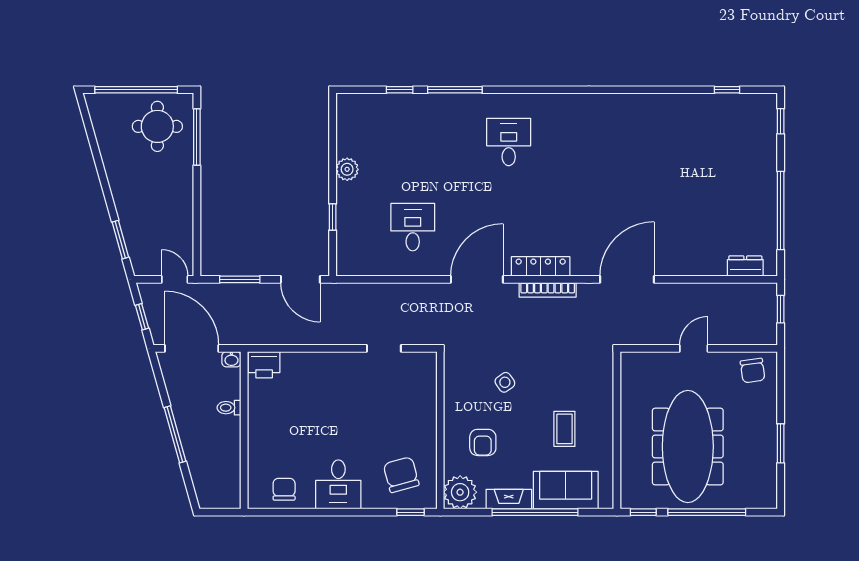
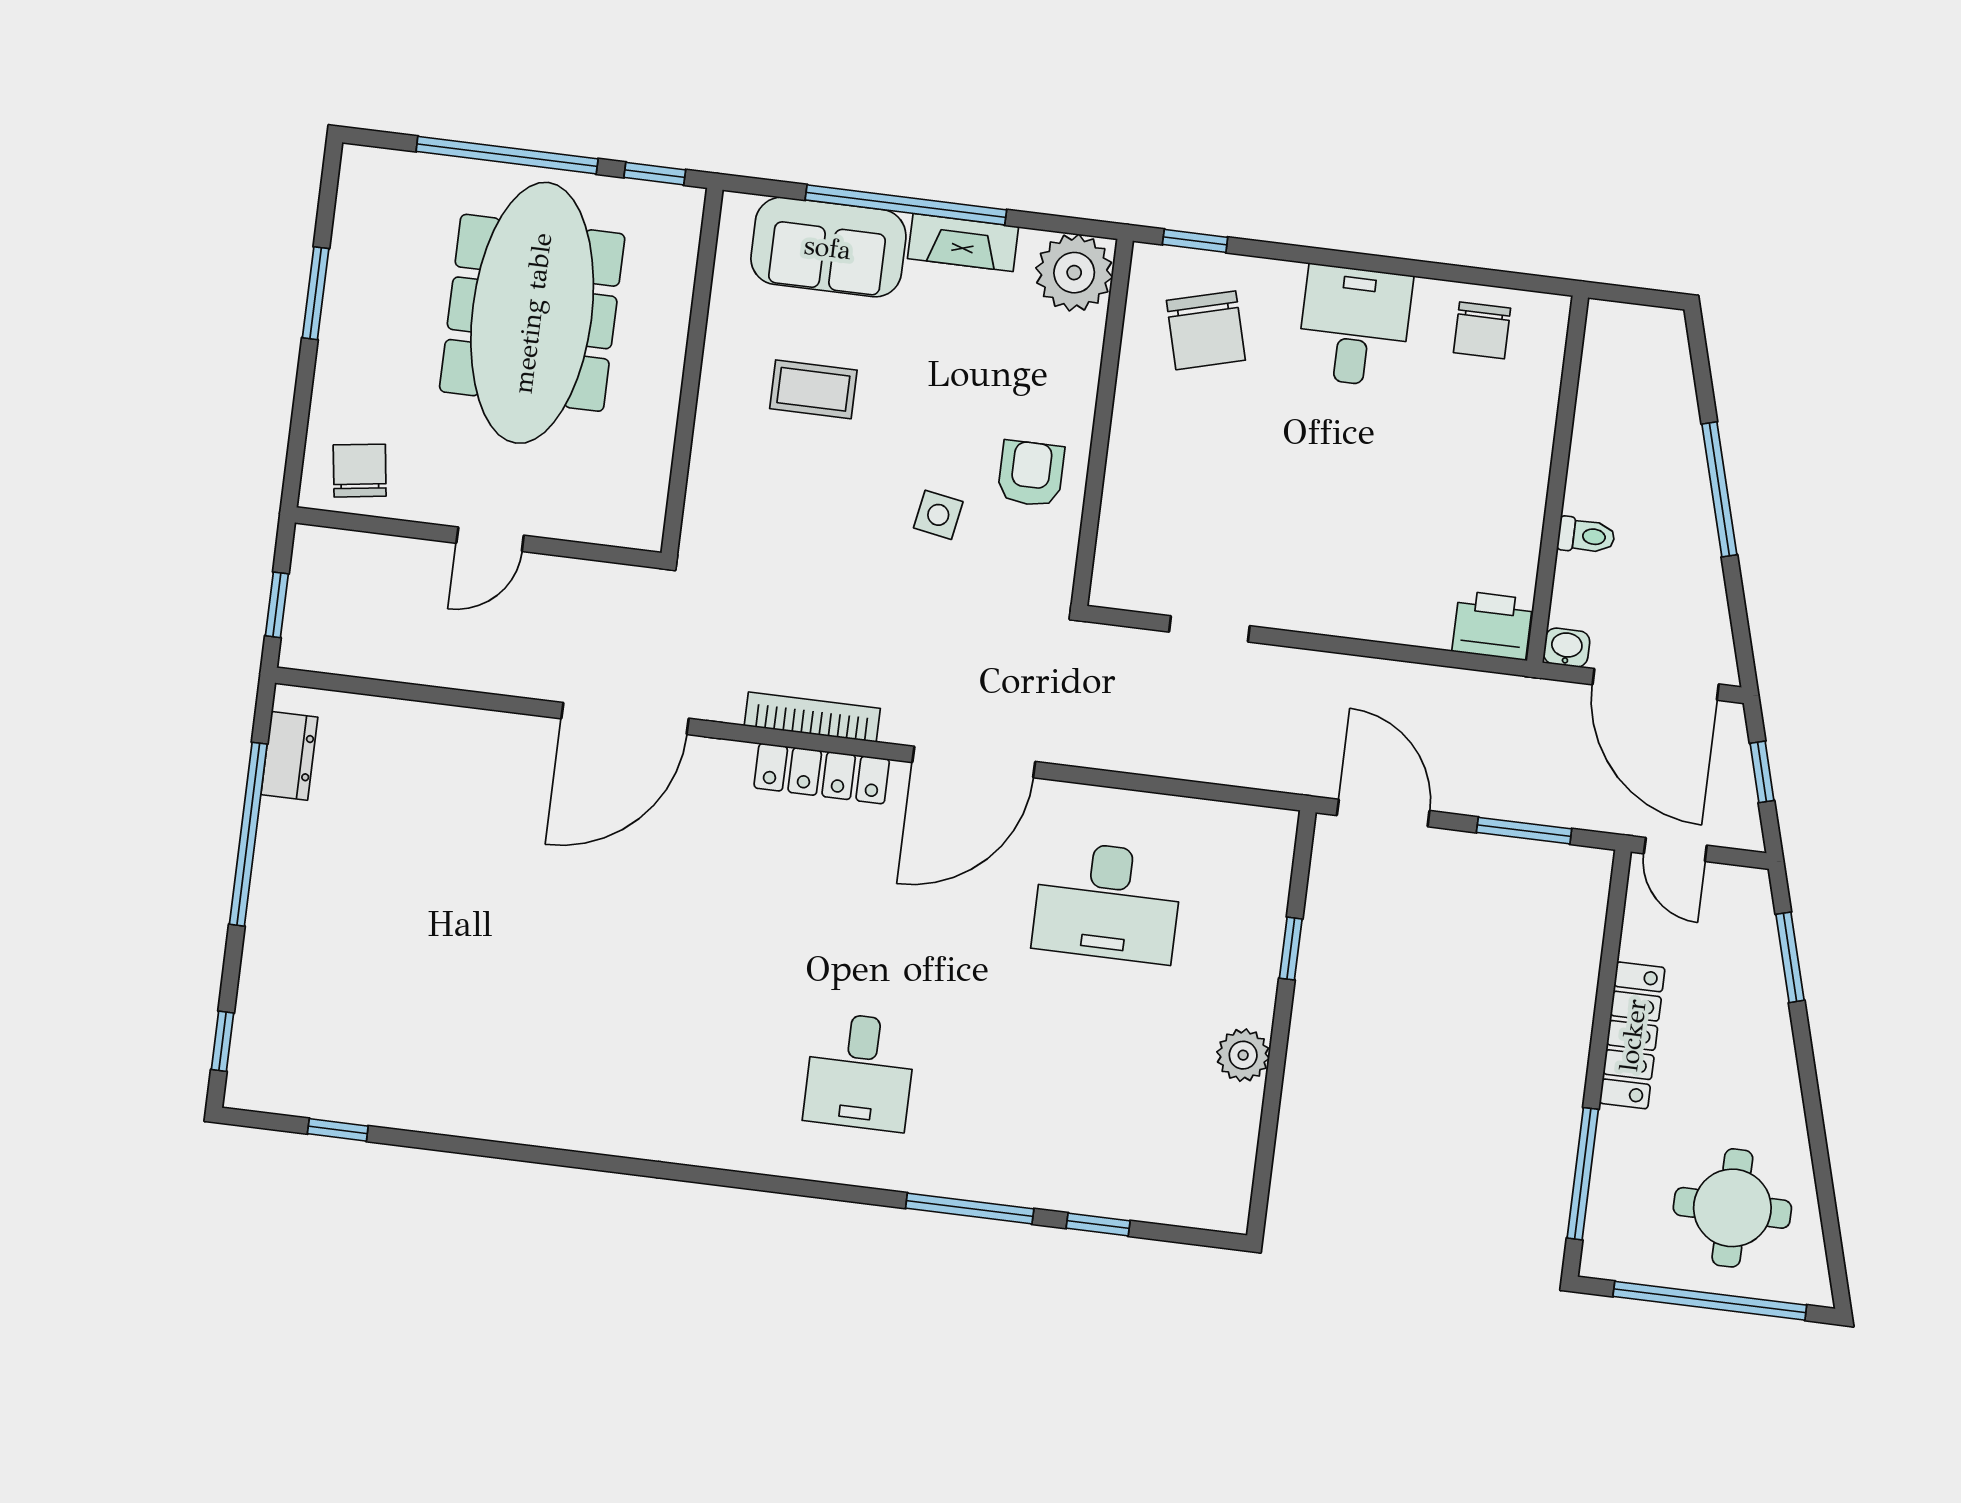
round table: (157, 126) -> (1732, 1208), moved
locker: (183, 198) -> (1632, 1035), added
desk: (413, 227) -> (1107, 902), width x1.37
dresser: (745, 266) -> (289, 756), moved, turned -90
side table: (505, 382) -> (938, 515), turned 45
coffee table: (564, 429) -> (813, 389), turned 90
armchair: (483, 442) -> (1031, 474), moved

